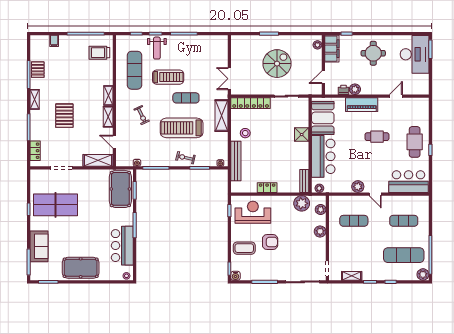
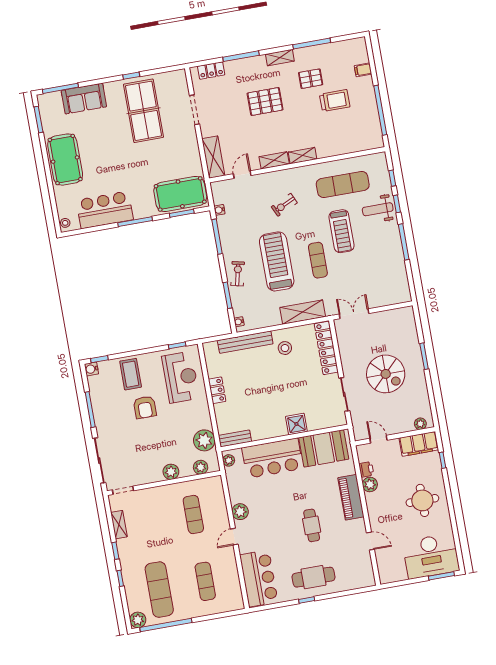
trolley: (99, 53) -> (335, 101), moved, turned 90
pallet: (38, 70) -> (311, 79), moved

